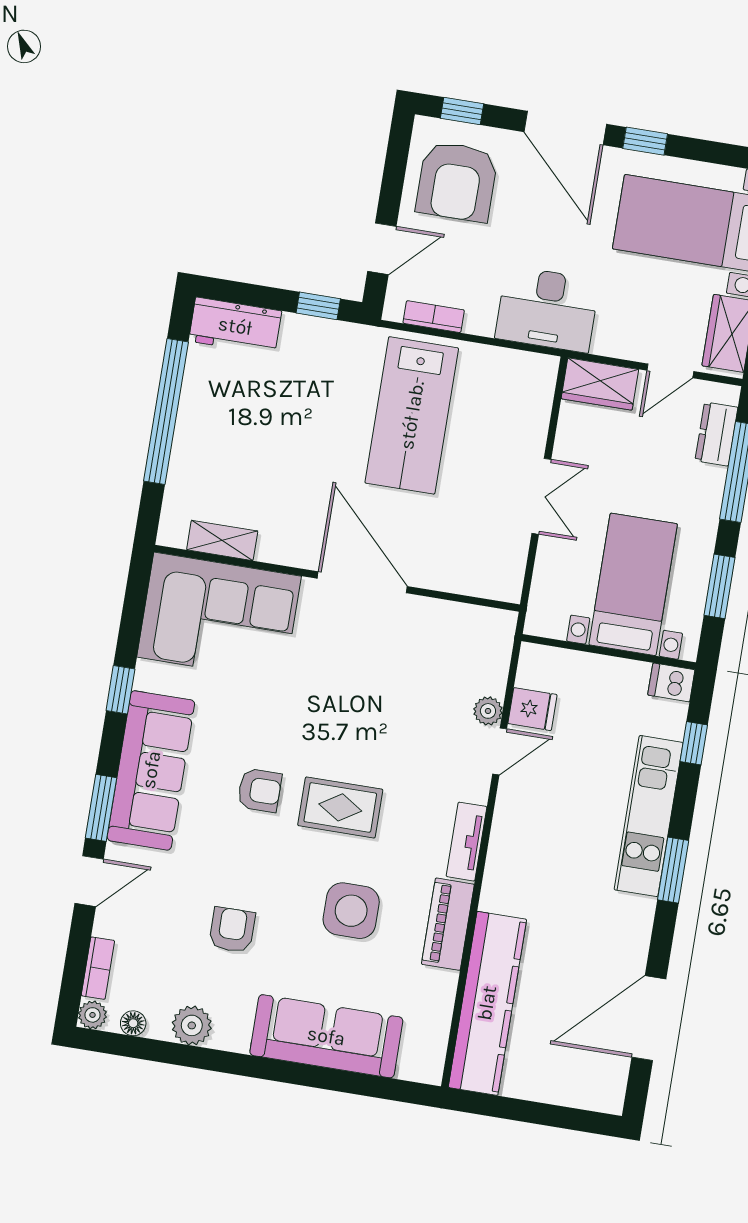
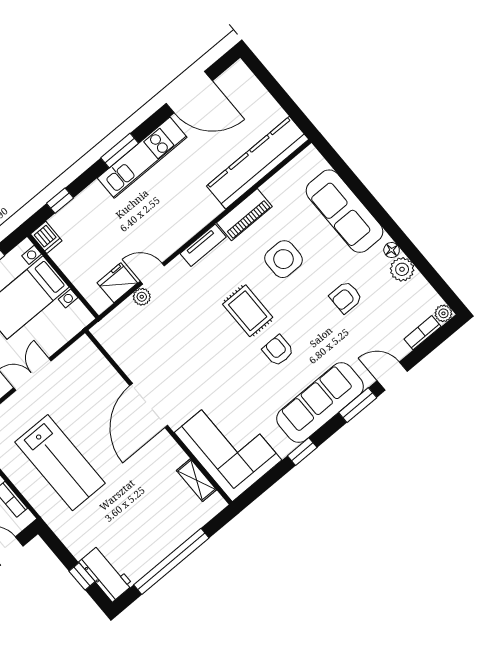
window: (318, 306) -> (82, 576), moved
lab bench: (412, 415) -> (60, 463), turned 90
fridge: (532, 709) -> (117, 283), width x1.38
kitchen unit: (649, 816) -> (142, 158), moved
floor lamp: (133, 1023) -> (392, 250), moved

